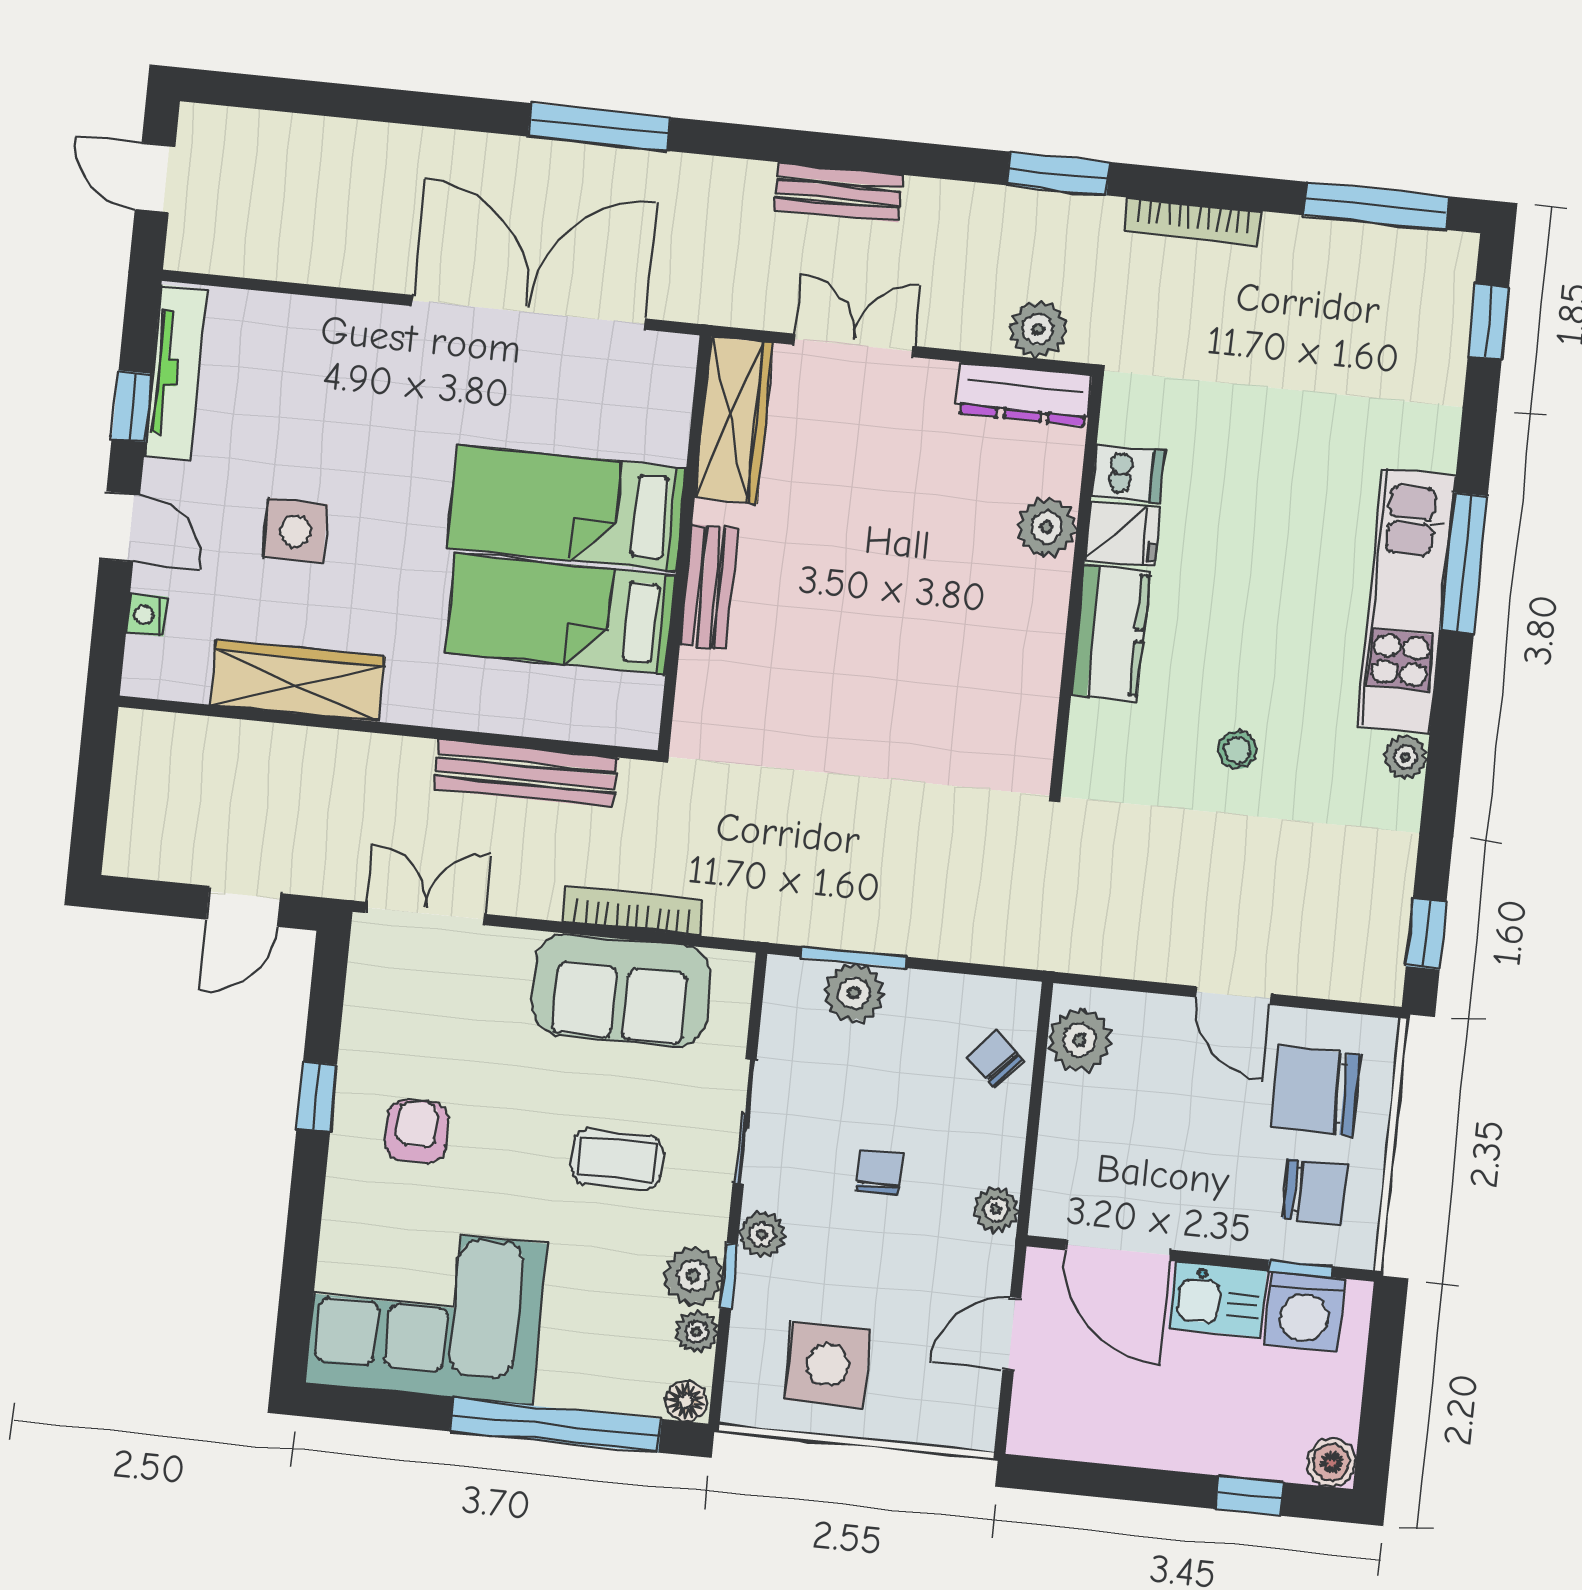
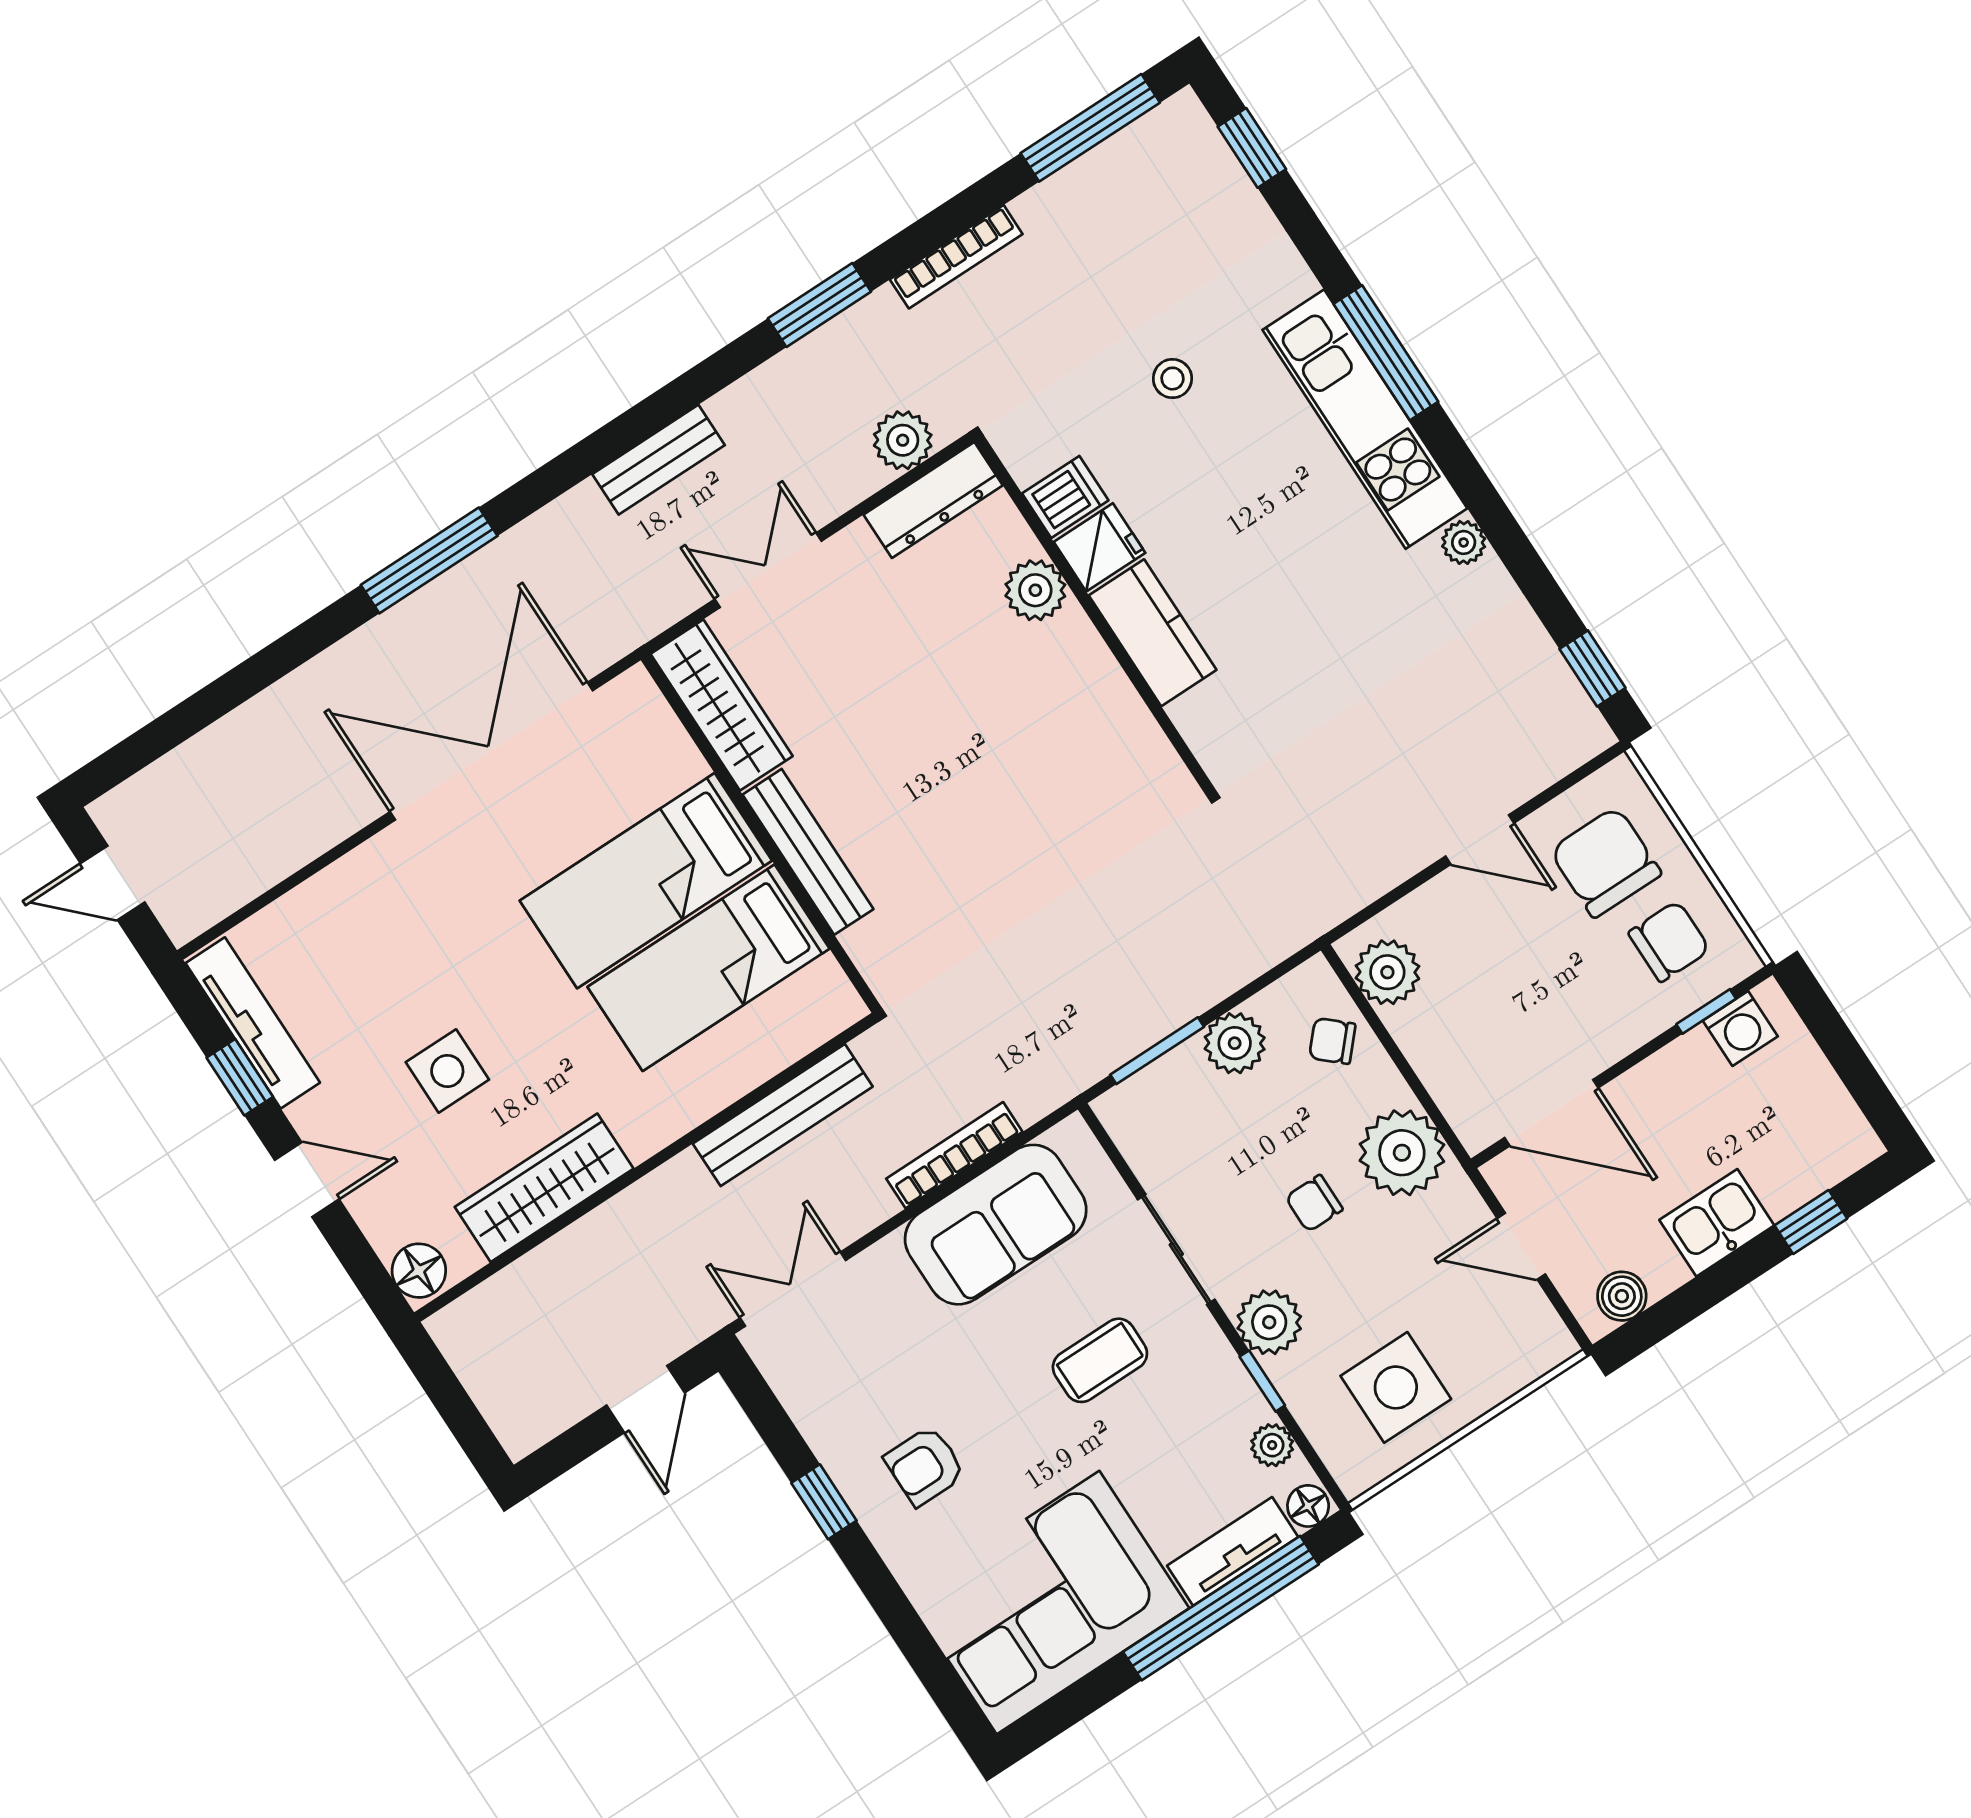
bench: (709, 587) -> (808, 852), width x1.36
nightstand: (147, 615) -> (384, 1232), removed
floor lamp: (149, 666) -> (419, 1271), added
stool: (1237, 750) -> (1172, 379), moved
plant: (854, 993) -> (1235, 1043), moved
chair: (1316, 1091) -> (1605, 862), turned 90
armchair: (417, 1132) -> (925, 1466), turned -90
chair: (879, 1172) -> (1314, 1203), turned -90
plant: (996, 1210) -> (1402, 1153), width x1.88, depth x1.88
plant: (762, 1235) -> (1269, 1322), width x1.38, depth x1.38
plant: (693, 1276) -> (1234, 1403), removed
kitchen sink: (1218, 1299) -> (1717, 1223), moved, turned 180
washing machine: (1305, 1312) -> (1740, 1028), width x0.73, depth x0.73
door: (1012, 1334) -> (1521, 1246), hinge flipped
tv unit: (600, 1389) -> (1233, 1551), added
boiler: (1331, 1463) -> (1622, 1296), moved

